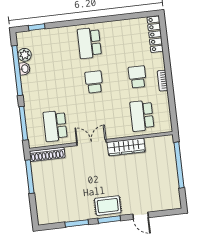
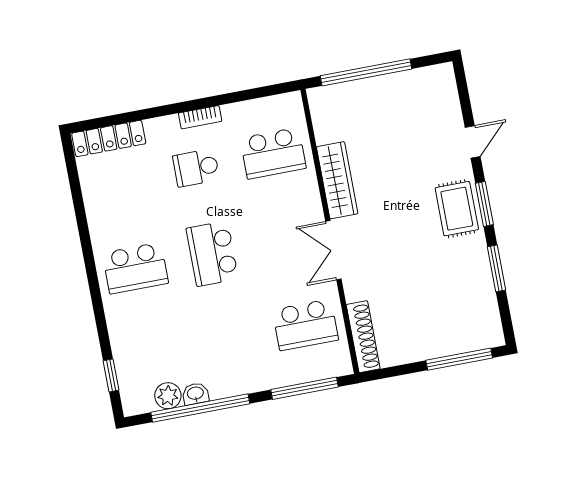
school desk: (94, 82) -> (212, 254), width x1.85
window: (30, 177) -> (459, 359), moved

